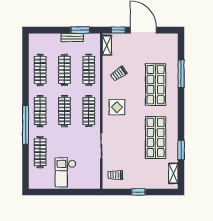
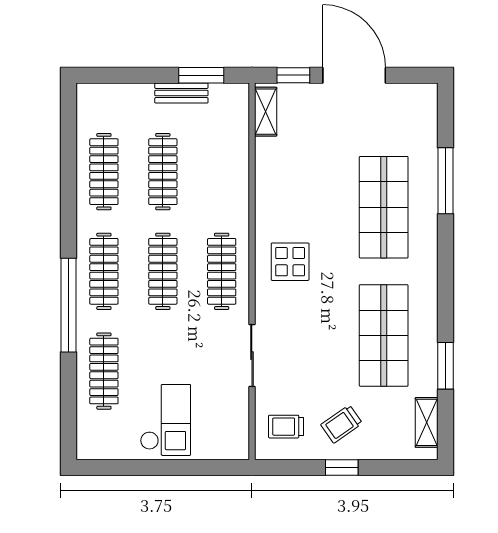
clothes rail: (89, 70) -> (222, 172), removed
trolley: (119, 74) -> (342, 424), moved
checkout: (66, 172) -> (165, 420), turned 180

